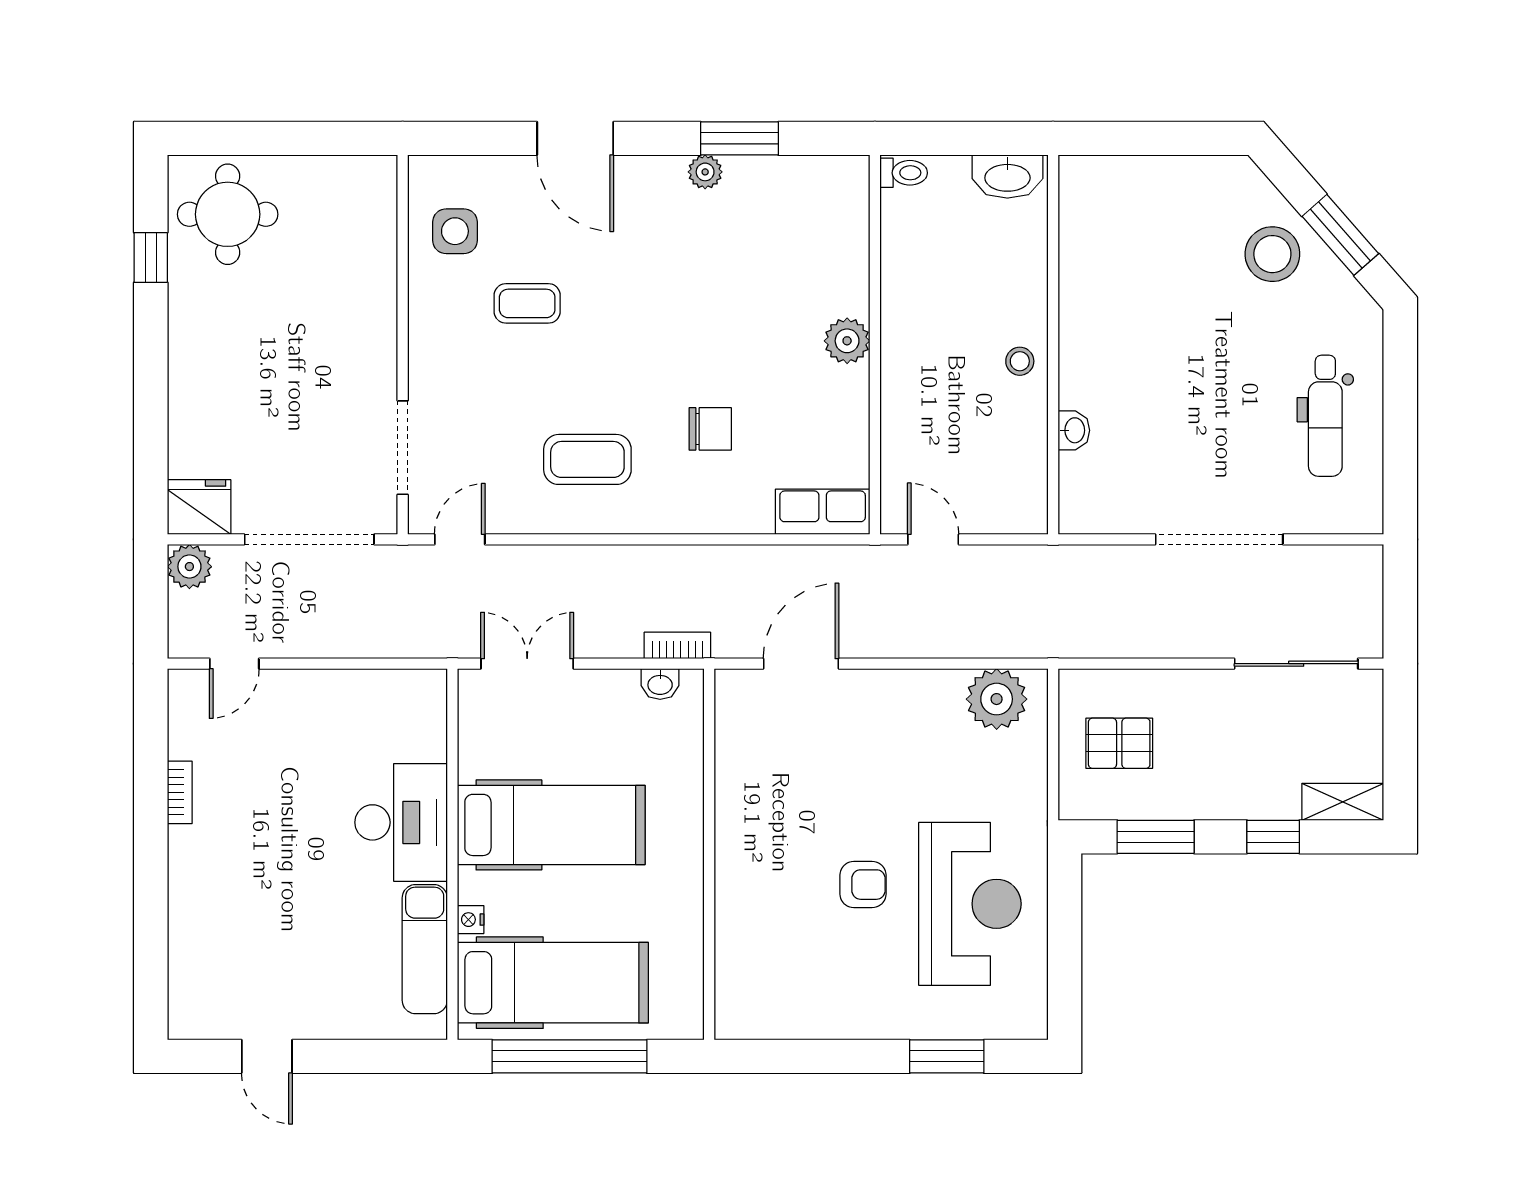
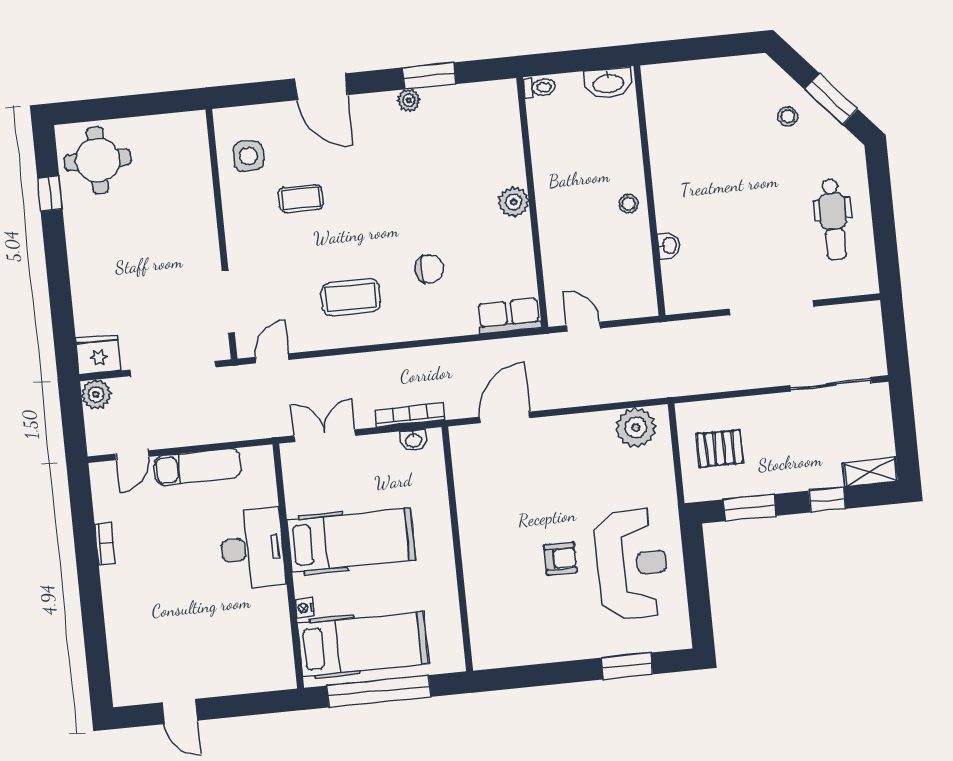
stool: (1272, 254) -> (788, 116), width x0.53, depth x0.53
bookcase: (677, 645) -> (410, 415), width x1.56
exam couch: (425, 949) -> (198, 467), moved, turned -90

